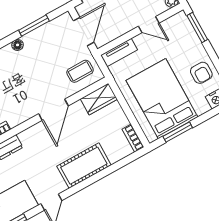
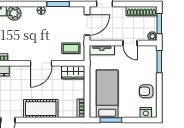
armchair: (201, 73) -> (146, 91), turned 90
bed: (162, 99) -> (107, 94), width x0.67

